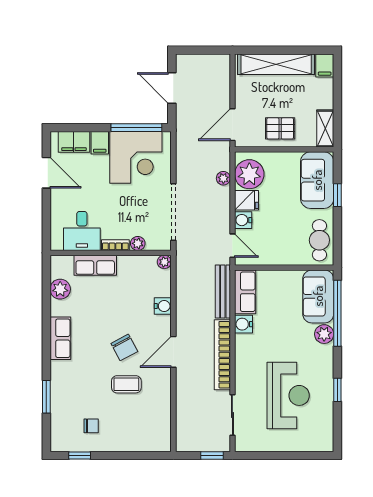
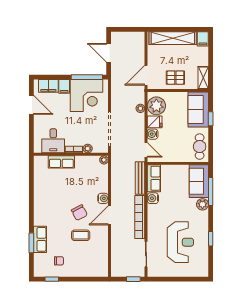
plant: (60, 289) -> (40, 177), removed
water cooler: (163, 306) -> (103, 198), moved
window: (337, 313) -> (211, 192), width x0.68
row of seats: (60, 338) -> (40, 239), moved

